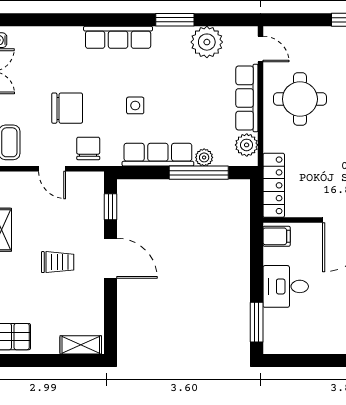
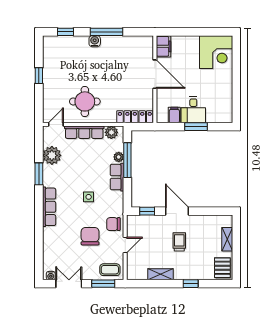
row of seats: (158, 155) -> (117, 177), width x0.68
filing cabinet: (277, 236) -> (174, 115), moved
door: (111, 258) -> (177, 211), hinge flipped
window: (257, 322) -> (196, 127), moved
shelving: (81, 345) -> (227, 239), moved

